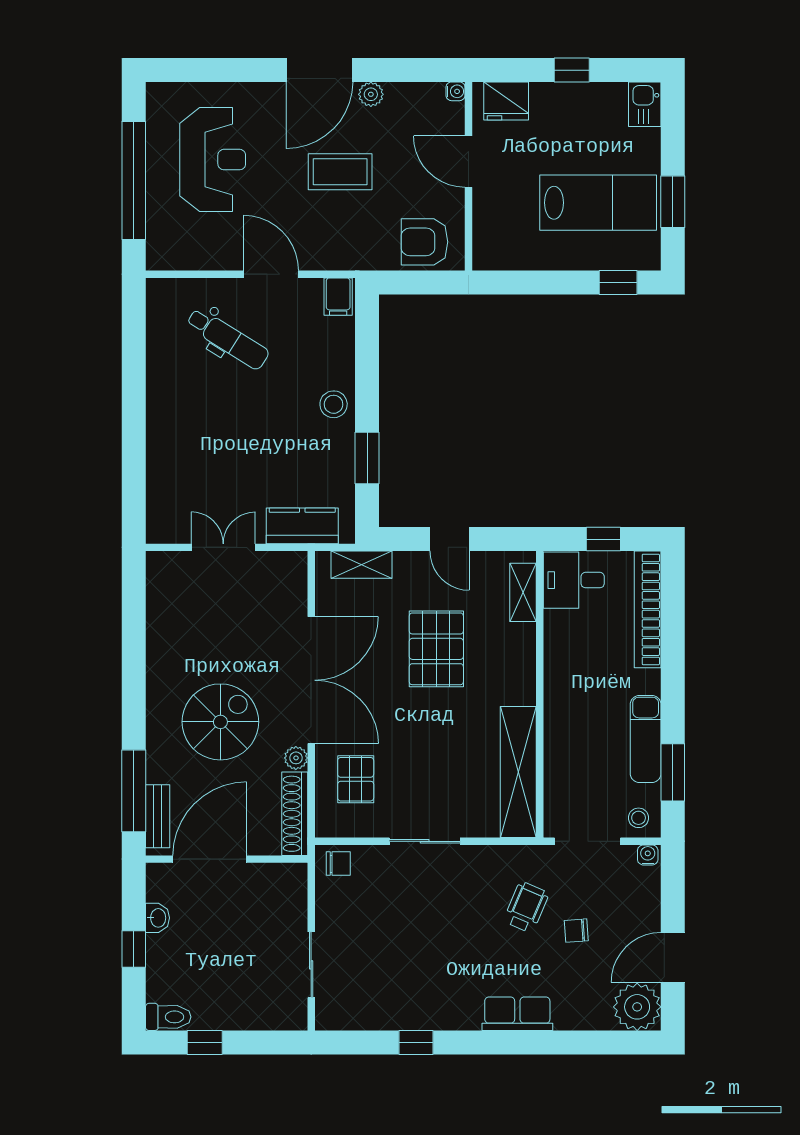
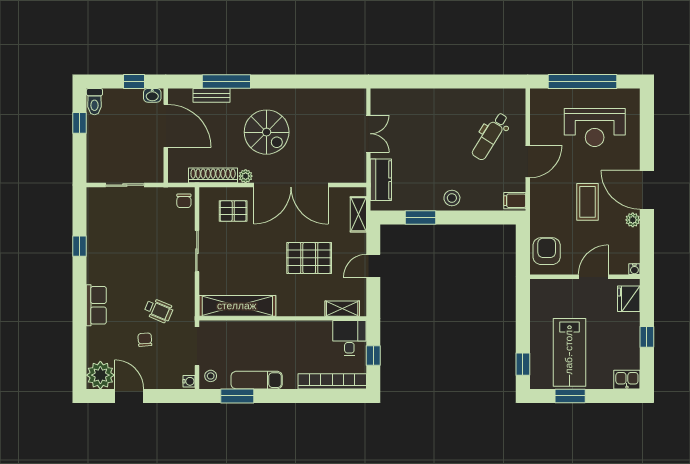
door: (210, 859) -> (166, 126), moved
wall: (227, 859) -> (166, 136), moved

